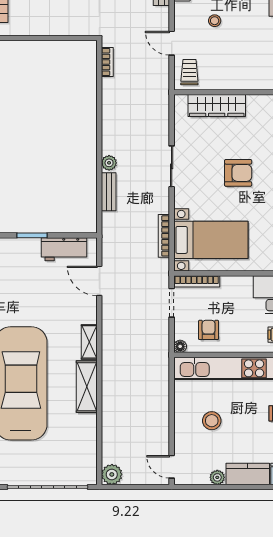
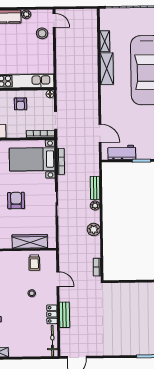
trolley: (189, 72) -> (34, 263), moved
armchair: (238, 173) -> (16, 200), turned 90
armchair: (209, 330) -> (20, 104), moved
shelving: (89, 342) -> (105, 41), moved
stool: (212, 421) -> (42, 33), moved
plant: (112, 474) -> (94, 229), moved

